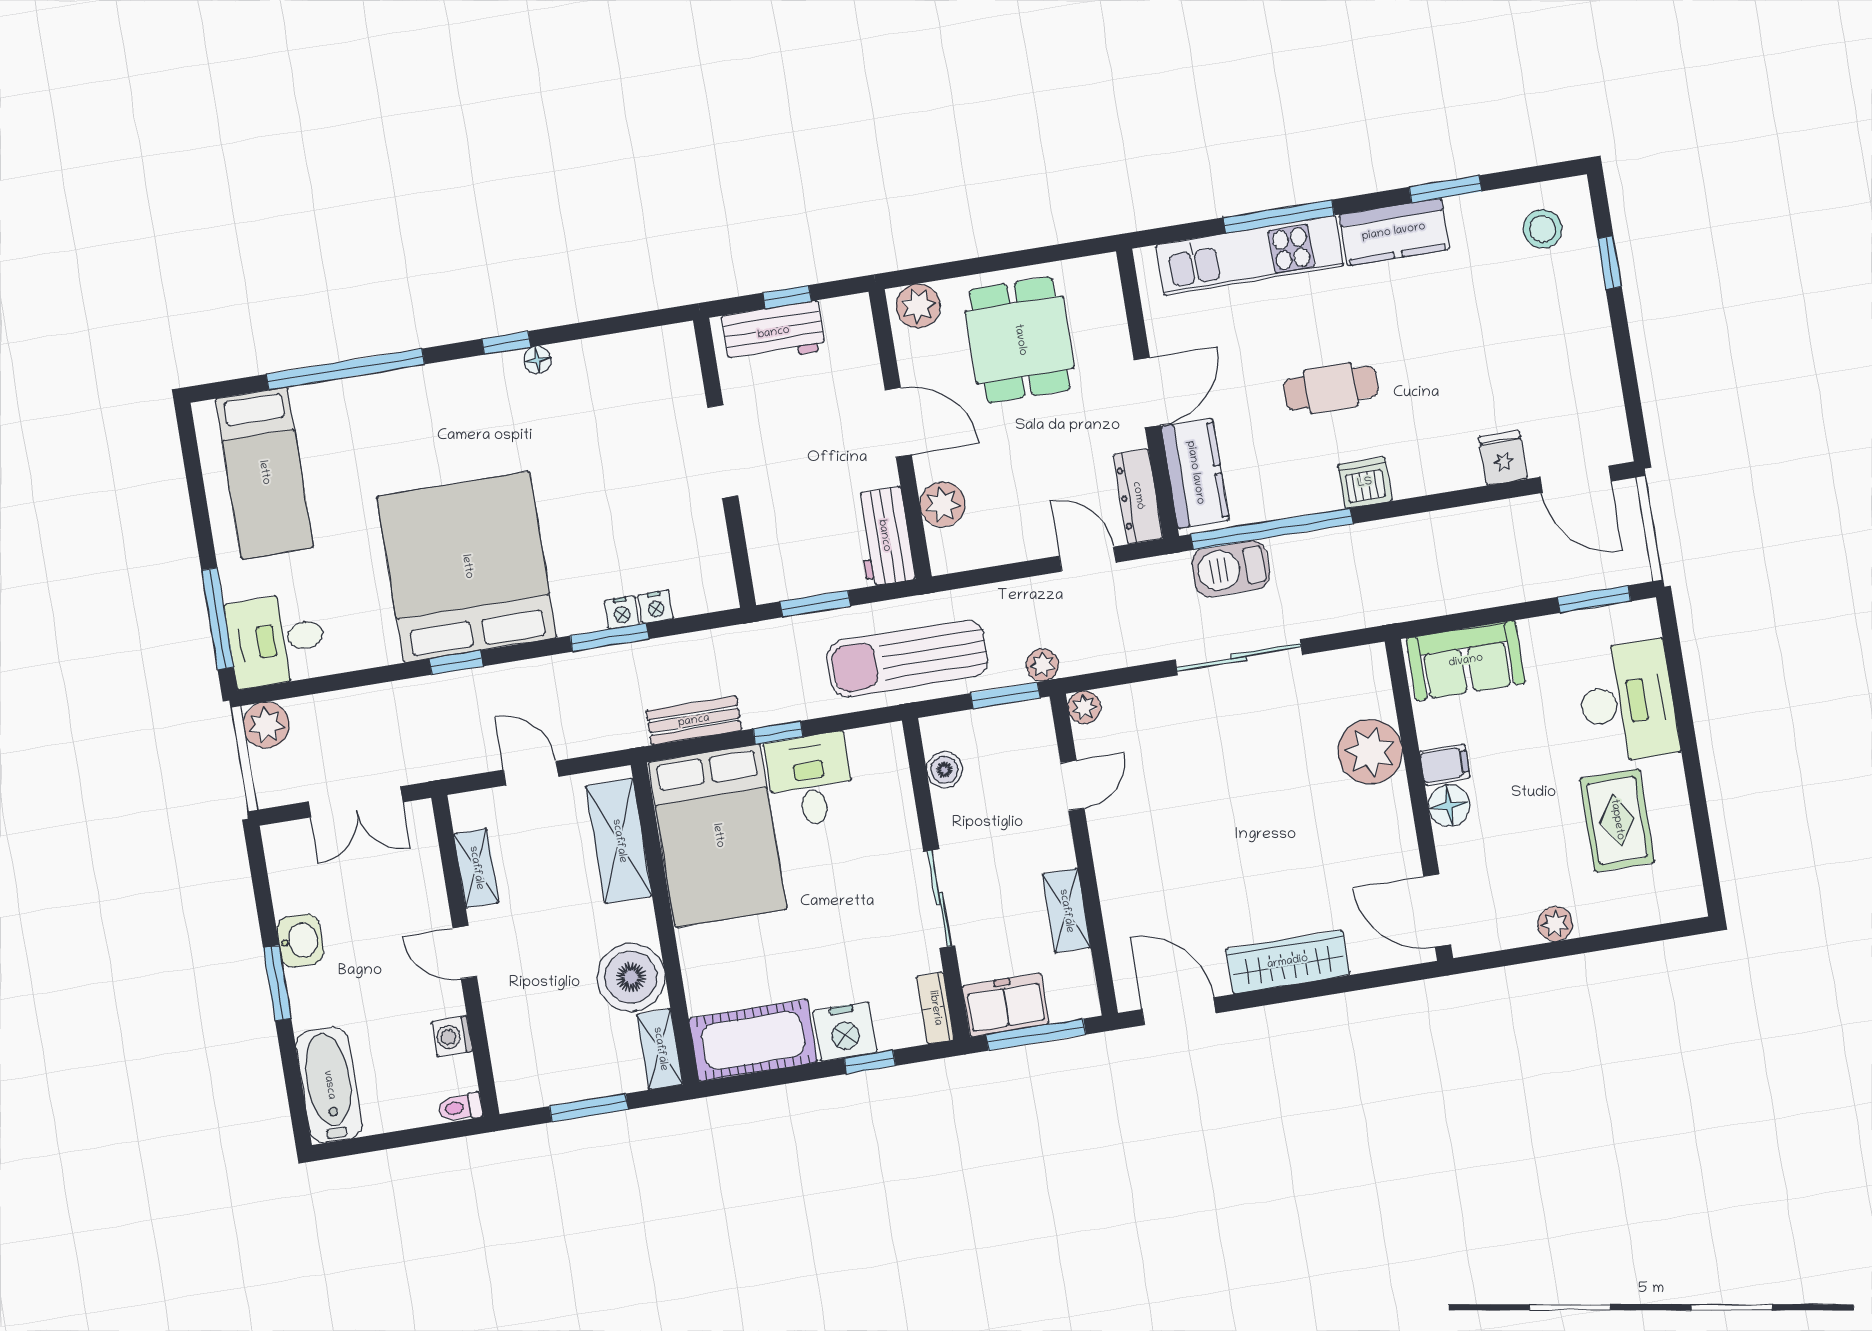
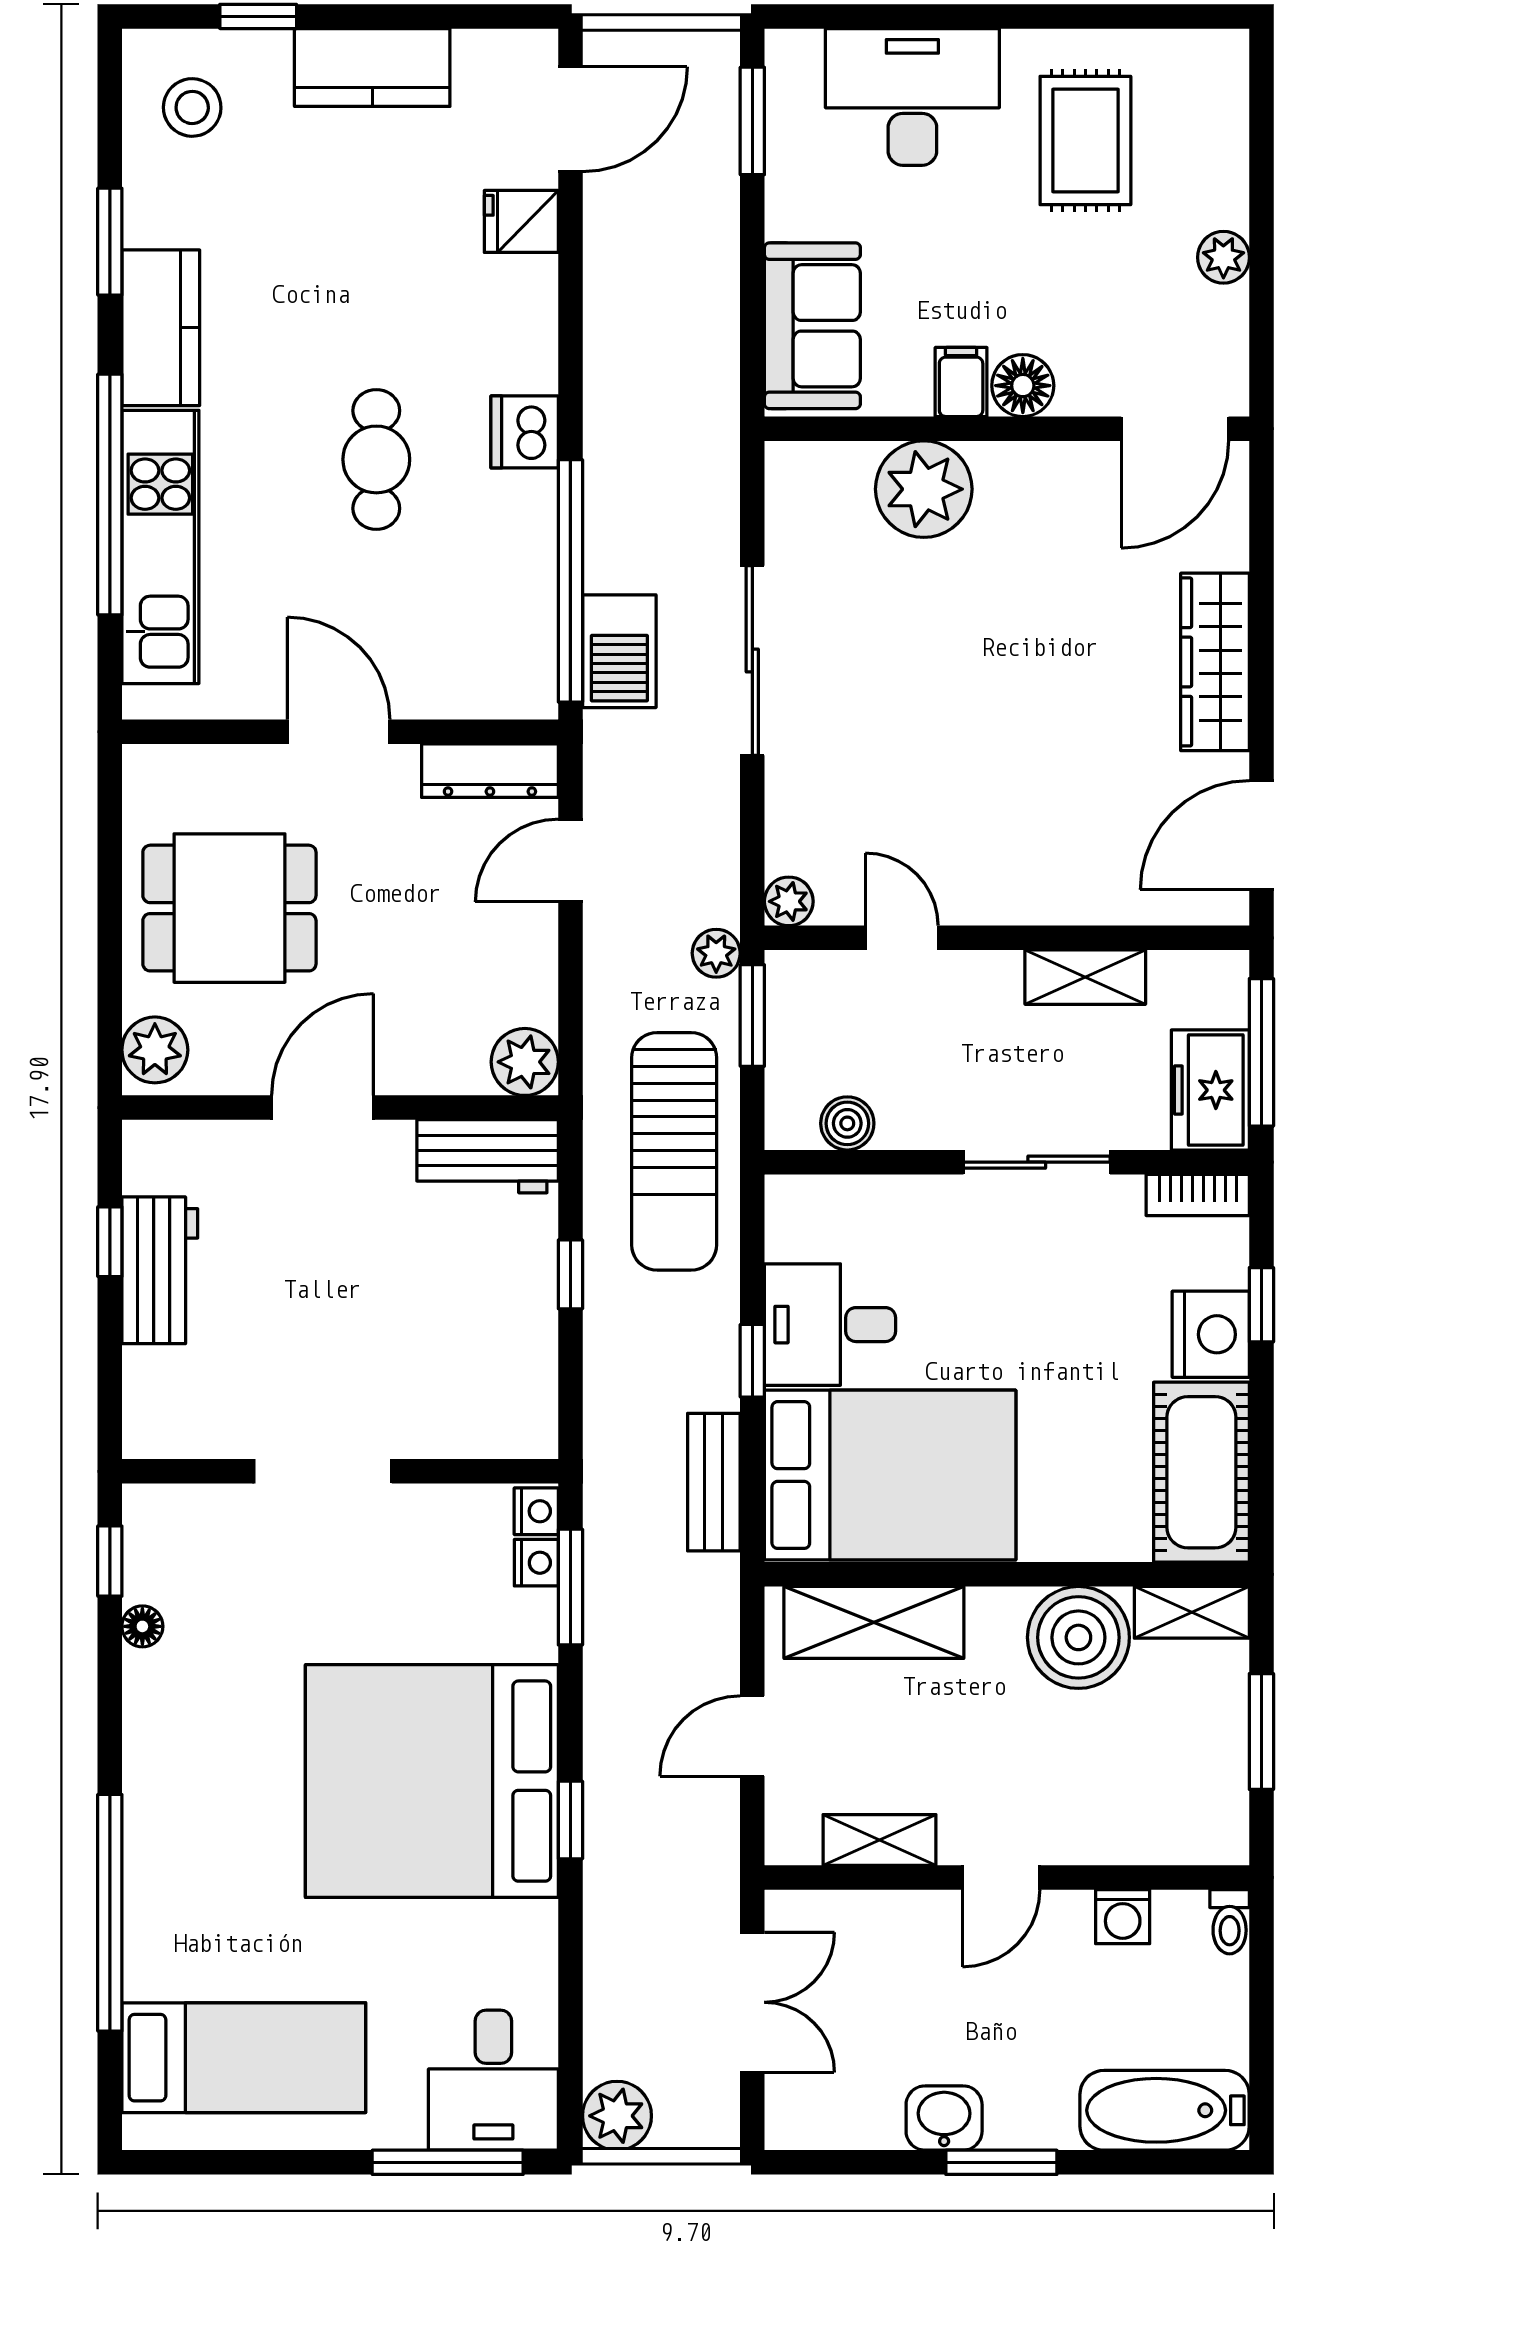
window: (1279, 216) -> (110, 495), width x1.46
window: (506, 343) -> (110, 1561), moved
doorway: (723, 452) -> (323, 1471), moved
wall: (725, 463) -> (340, 1471), moved
kitchen counter: (1195, 473) -> (372, 68), moved, turned 180
plant: (943, 504) -> (525, 1062), moved
window: (815, 604) -> (570, 1274), width x0.67
rug: (1617, 820) -> (1085, 141), turned 90

